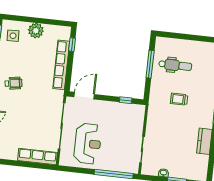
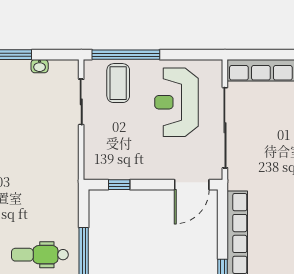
trolley: (179, 99) -> (27, 197), removed
coffee table: (120, 158) -> (118, 83), added

